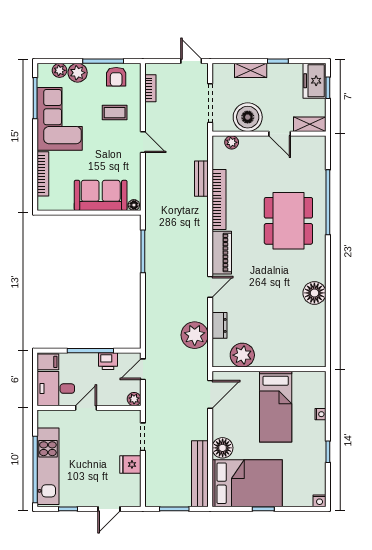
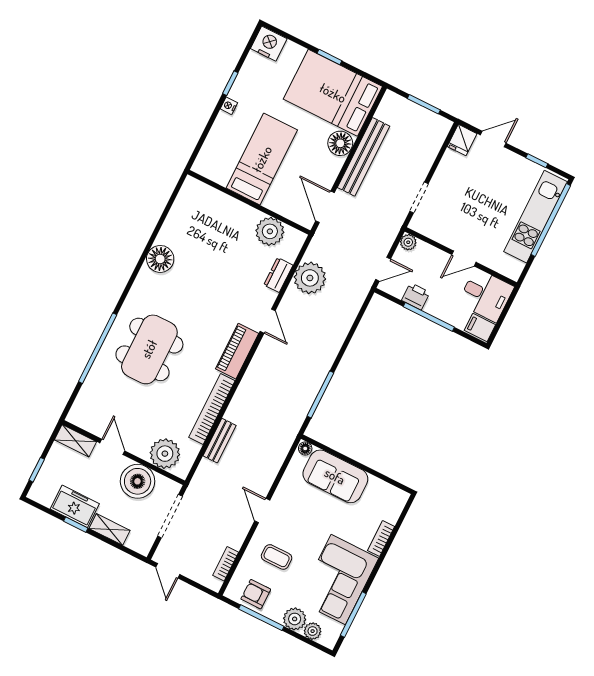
armchair: (116, 77) -> (256, 594), turned -90
freezer: (314, 81) -> (75, 506), moved, turned -90
plant: (232, 142) -> (165, 454), width x1.87, depth x1.87
bookcase: (43, 174) -> (381, 539), width x0.64
door: (210, 287) -> (268, 321), swing flipped
door: (210, 394) -> (325, 207), hinge flipped
nightstand: (320, 414) -> (229, 106), moved
fridge: (130, 464) -> (462, 140), moved, turned 90
bench: (200, 474) -> (364, 157), moved
nightstand: (320, 501) -> (269, 44), width x1.89, depth x1.79

